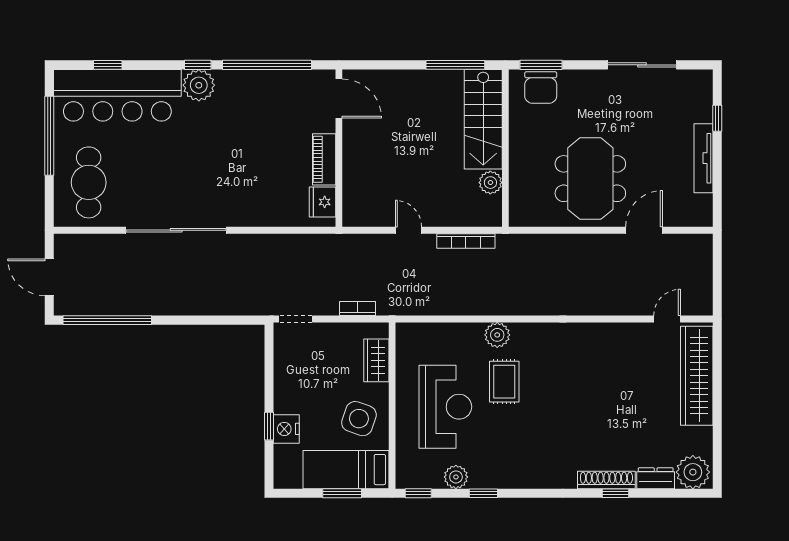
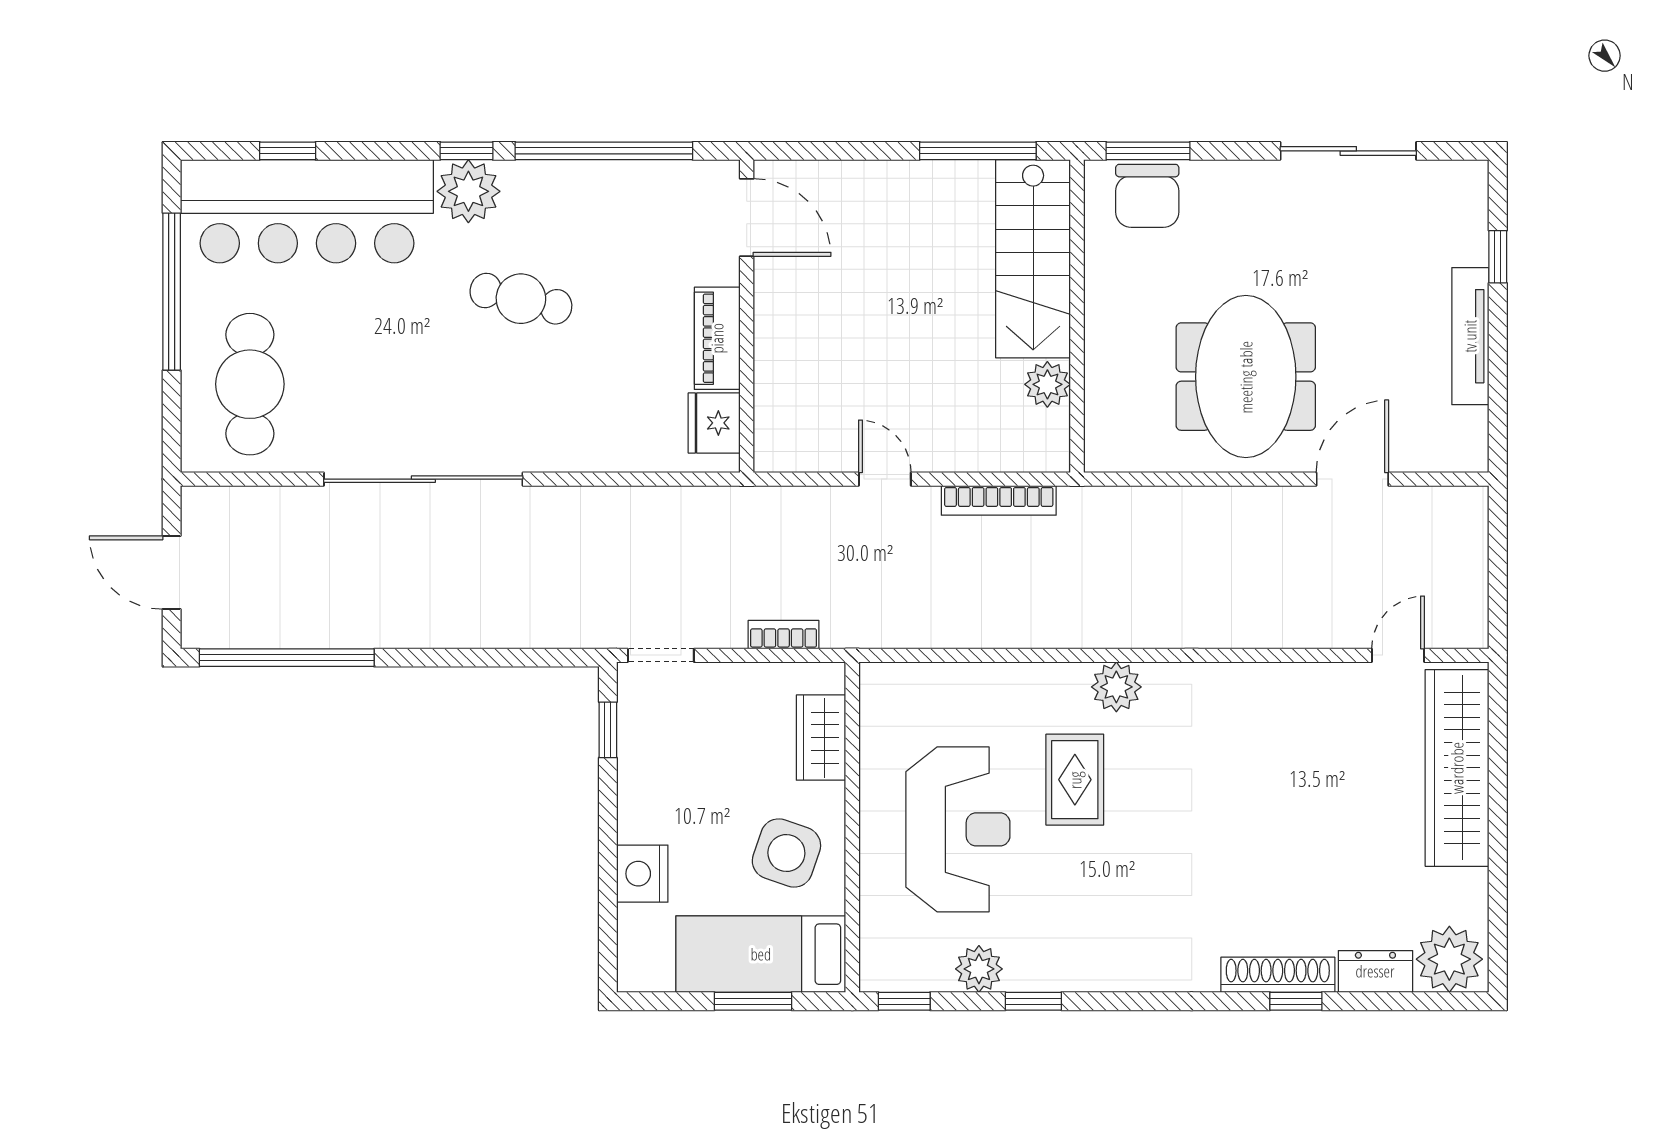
cafe table: (225, 139) -> (521, 299), added
plant: (497, 335) -> (1116, 687), moved
window: (269, 426) -> (608, 730), moved

